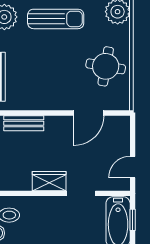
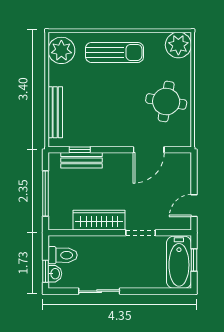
window: (22, 113) -> (80, 150), added
wardrobe: (49, 181) -> (99, 220), width x1.50

